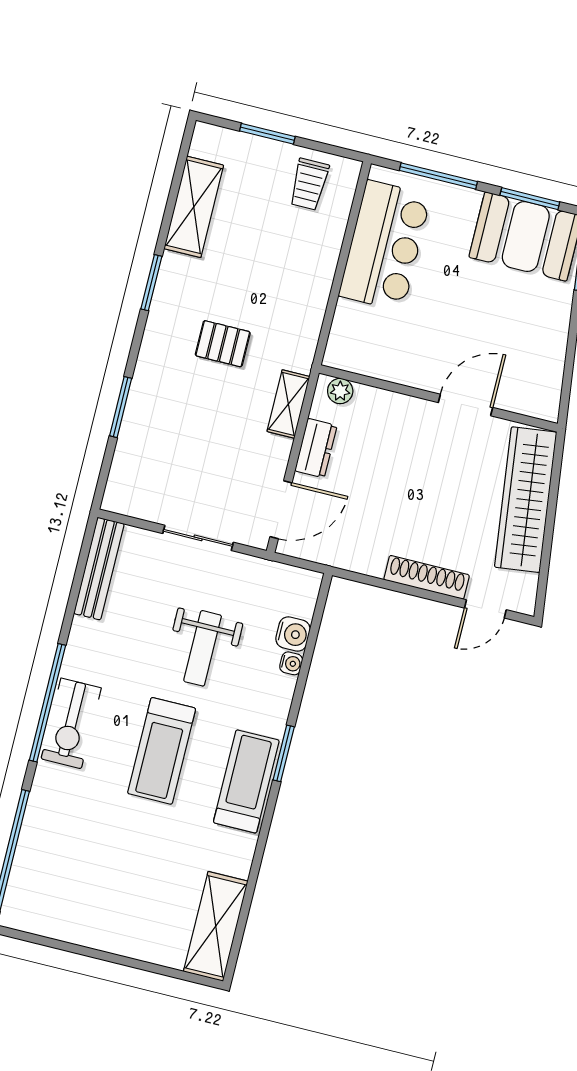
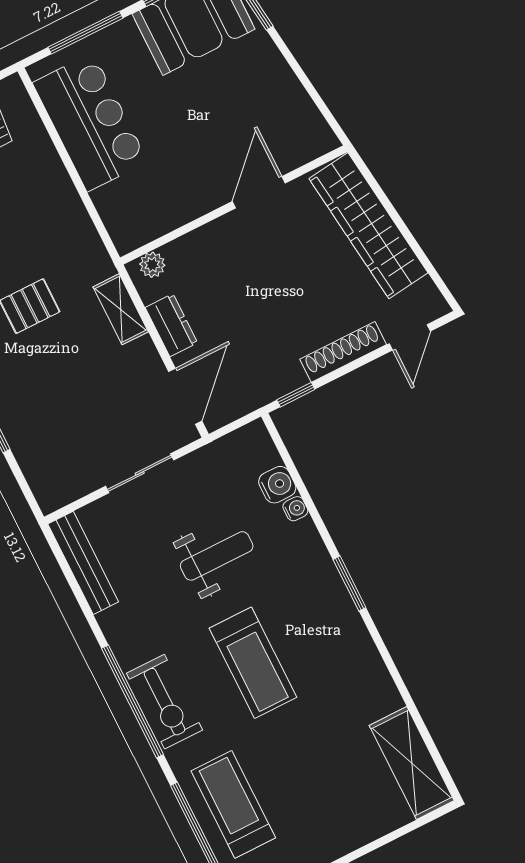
window: (364, 579) -> (296, 395), added
weight bench: (203, 648) -> (217, 556), turned -90
treadmill: (246, 781) -> (233, 804), moved

